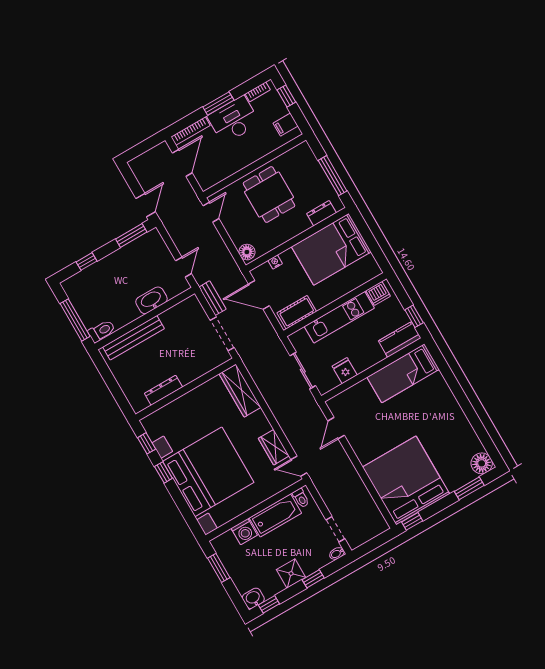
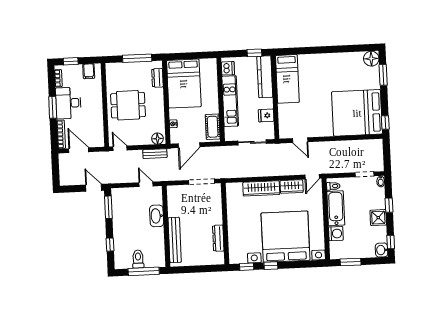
bench: (212, 298) -> (155, 154), moved
toilet: (102, 331) -> (138, 259), moved
kitchen counter: (400, 339) -> (265, 77), width x1.50
wardrobe: (240, 391) -> (261, 188), moved

